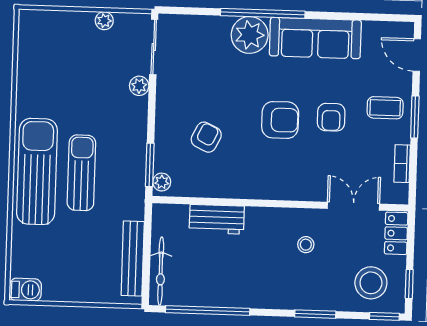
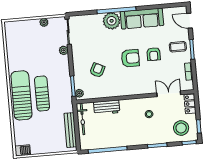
bicycle: (161, 271) -> (82, 119), moved

